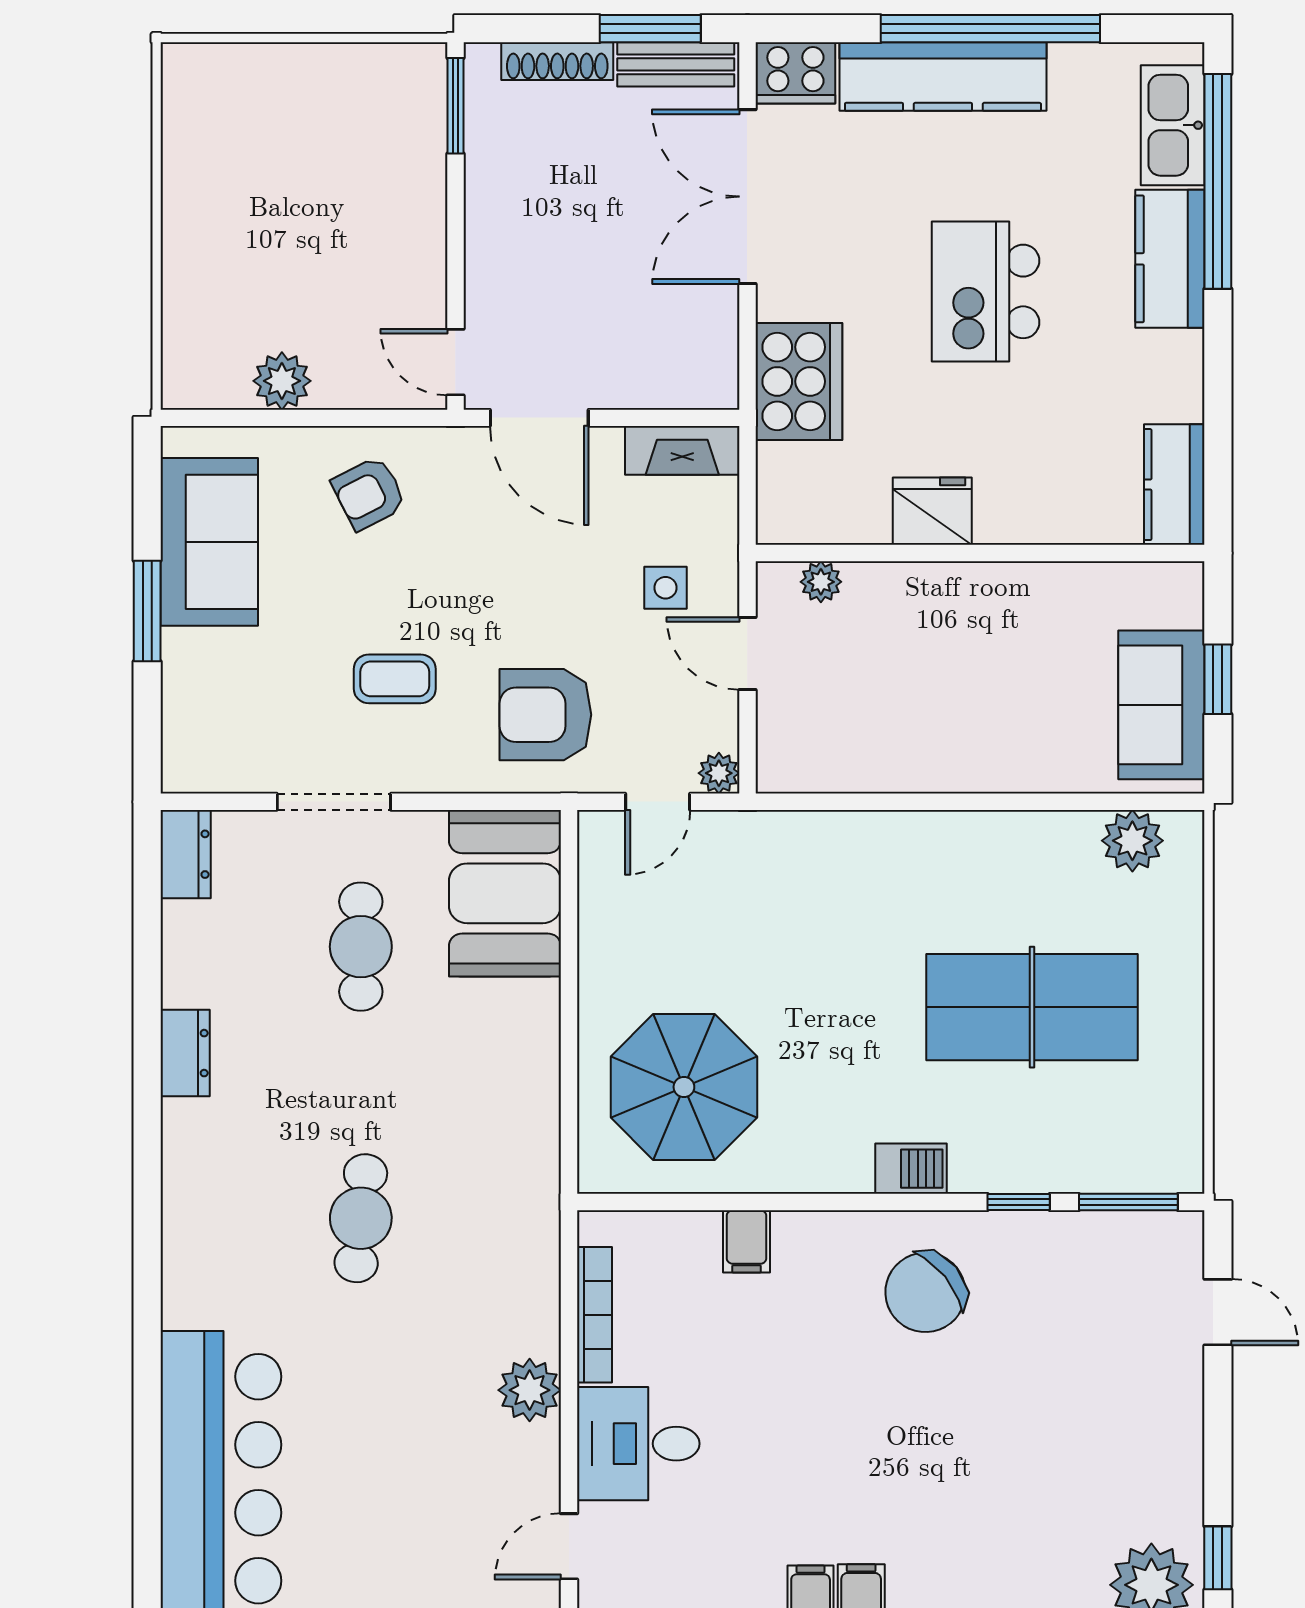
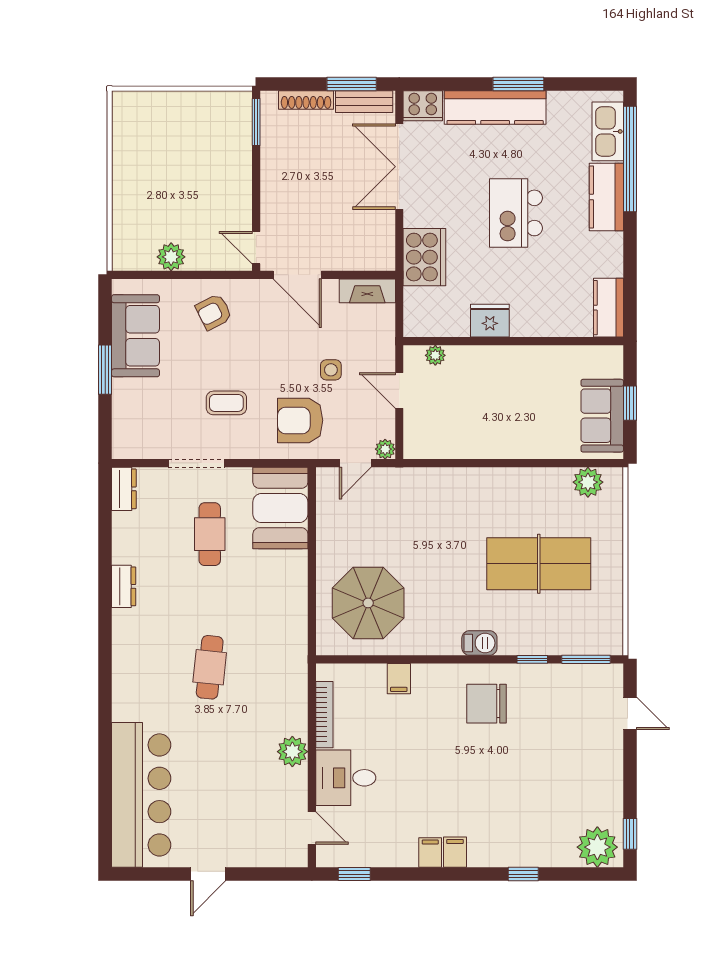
window: (990, 29) -> (518, 84), width x0.47
side table: (665, 588) -> (331, 370), moved
chair: (925, 1292) -> (486, 704), turned 39
door: (569, 1546) -> (312, 828), swing flipped

